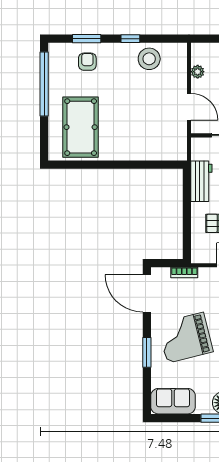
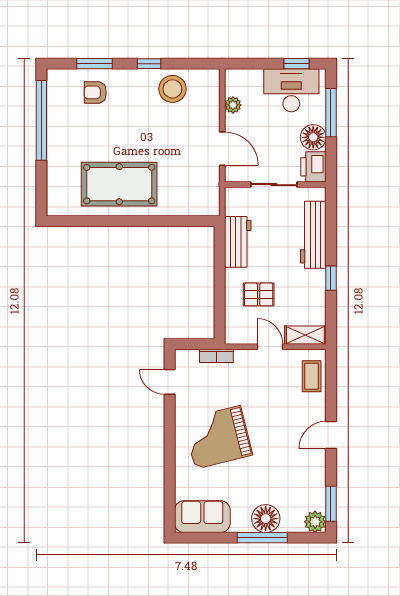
armchair: (87, 62) -> (95, 92), turned -90
pool table: (81, 127) -> (119, 184), moved, turned 90
door: (147, 293) -> (170, 382), width x0.53
window: (147, 352) -> (170, 456), removed

